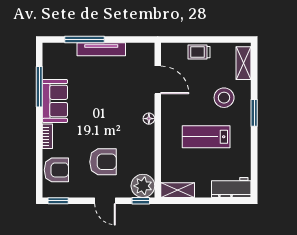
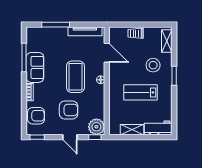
tv unit: (101, 49) -> (85, 31), moved
coffee table: (113, 114) -> (75, 77), added
shelving: (178, 190) -> (132, 130), moved

